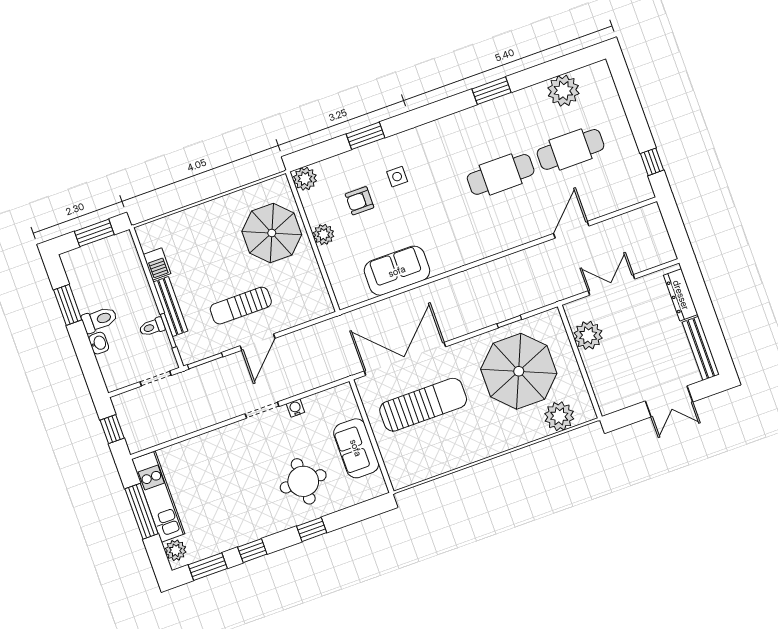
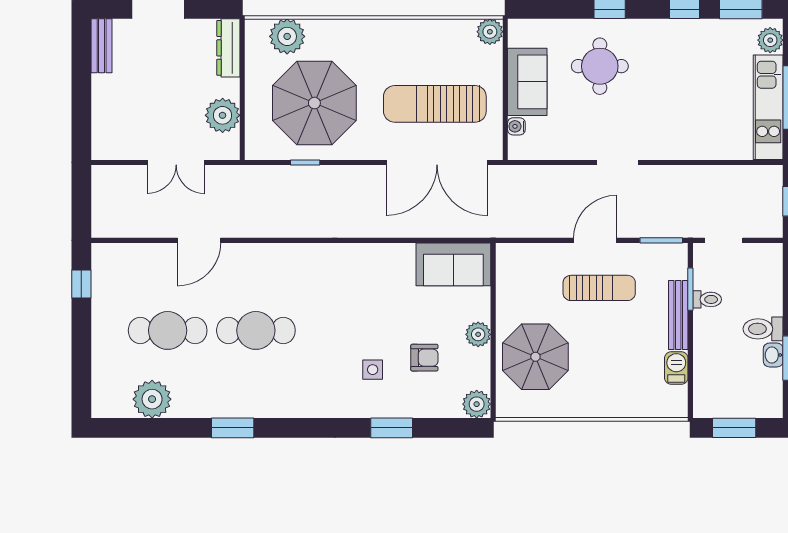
sofa: (397, 271) -> (453, 264), moved
dresser: (681, 295) -> (228, 48), moved, turned 180
washbasin: (99, 343) -> (773, 355), moved
bench: (701, 348) -> (102, 46), width x0.73
water cooler: (295, 408) -> (516, 126), moved, turned 90
plant: (400, 477) -> (490, 32), added

